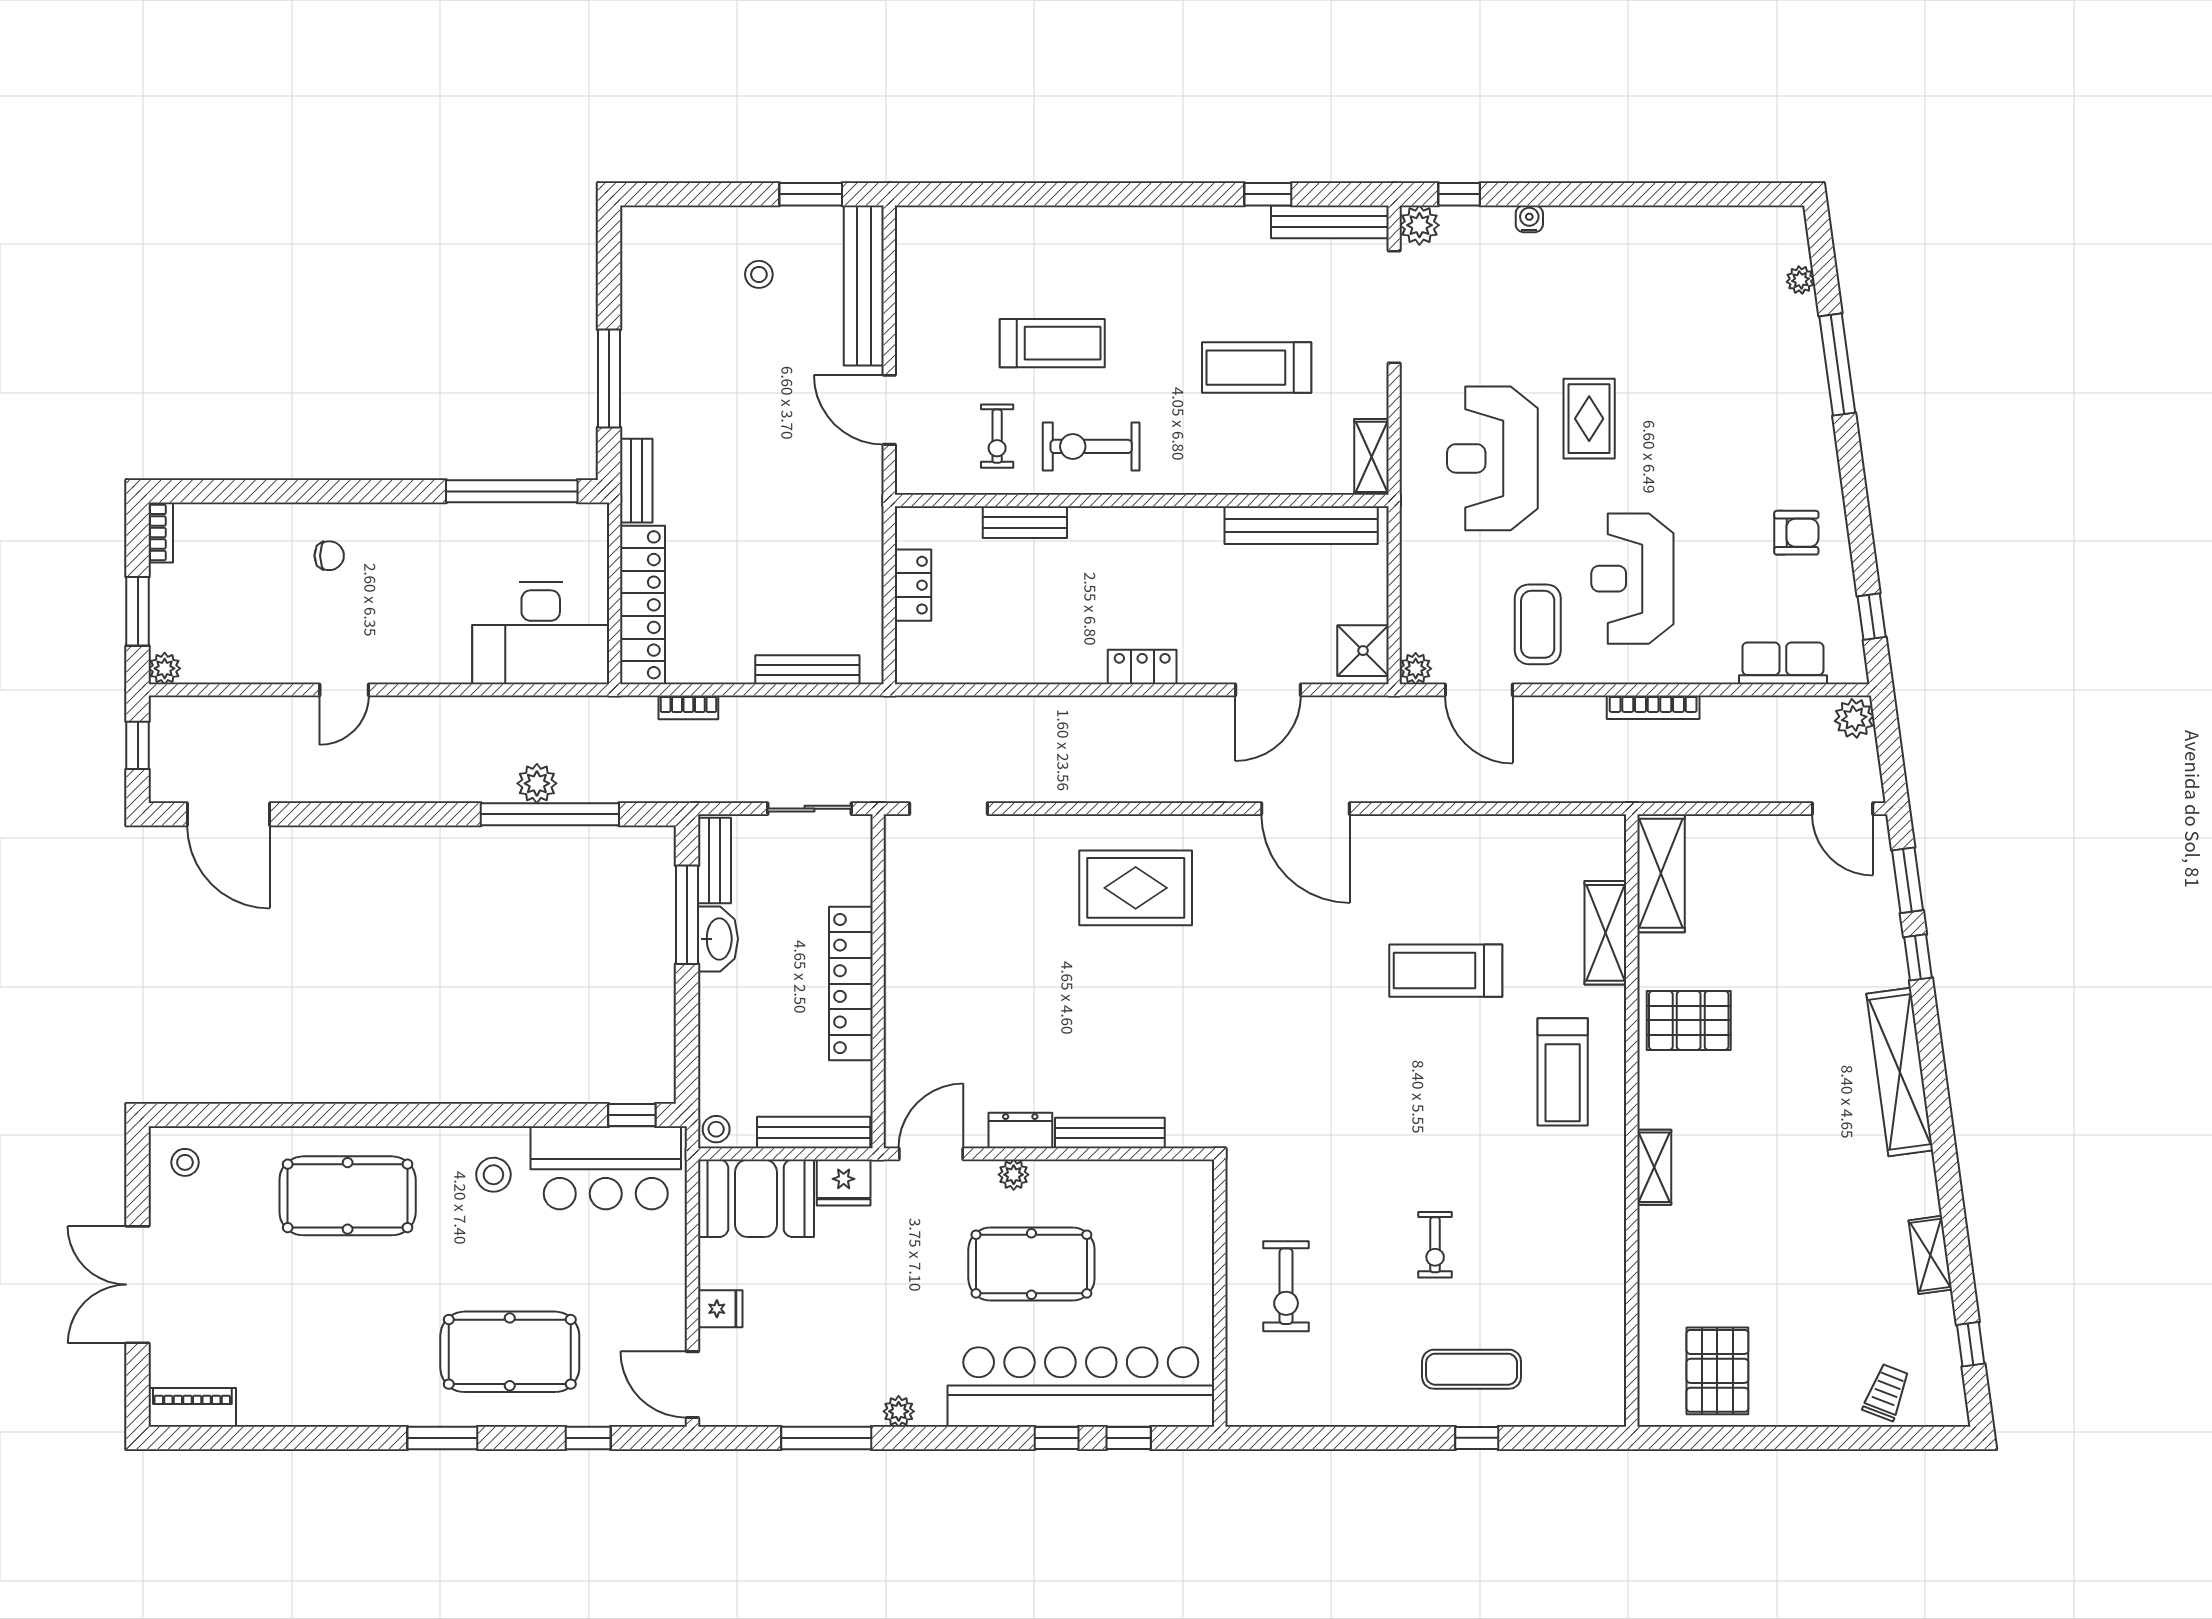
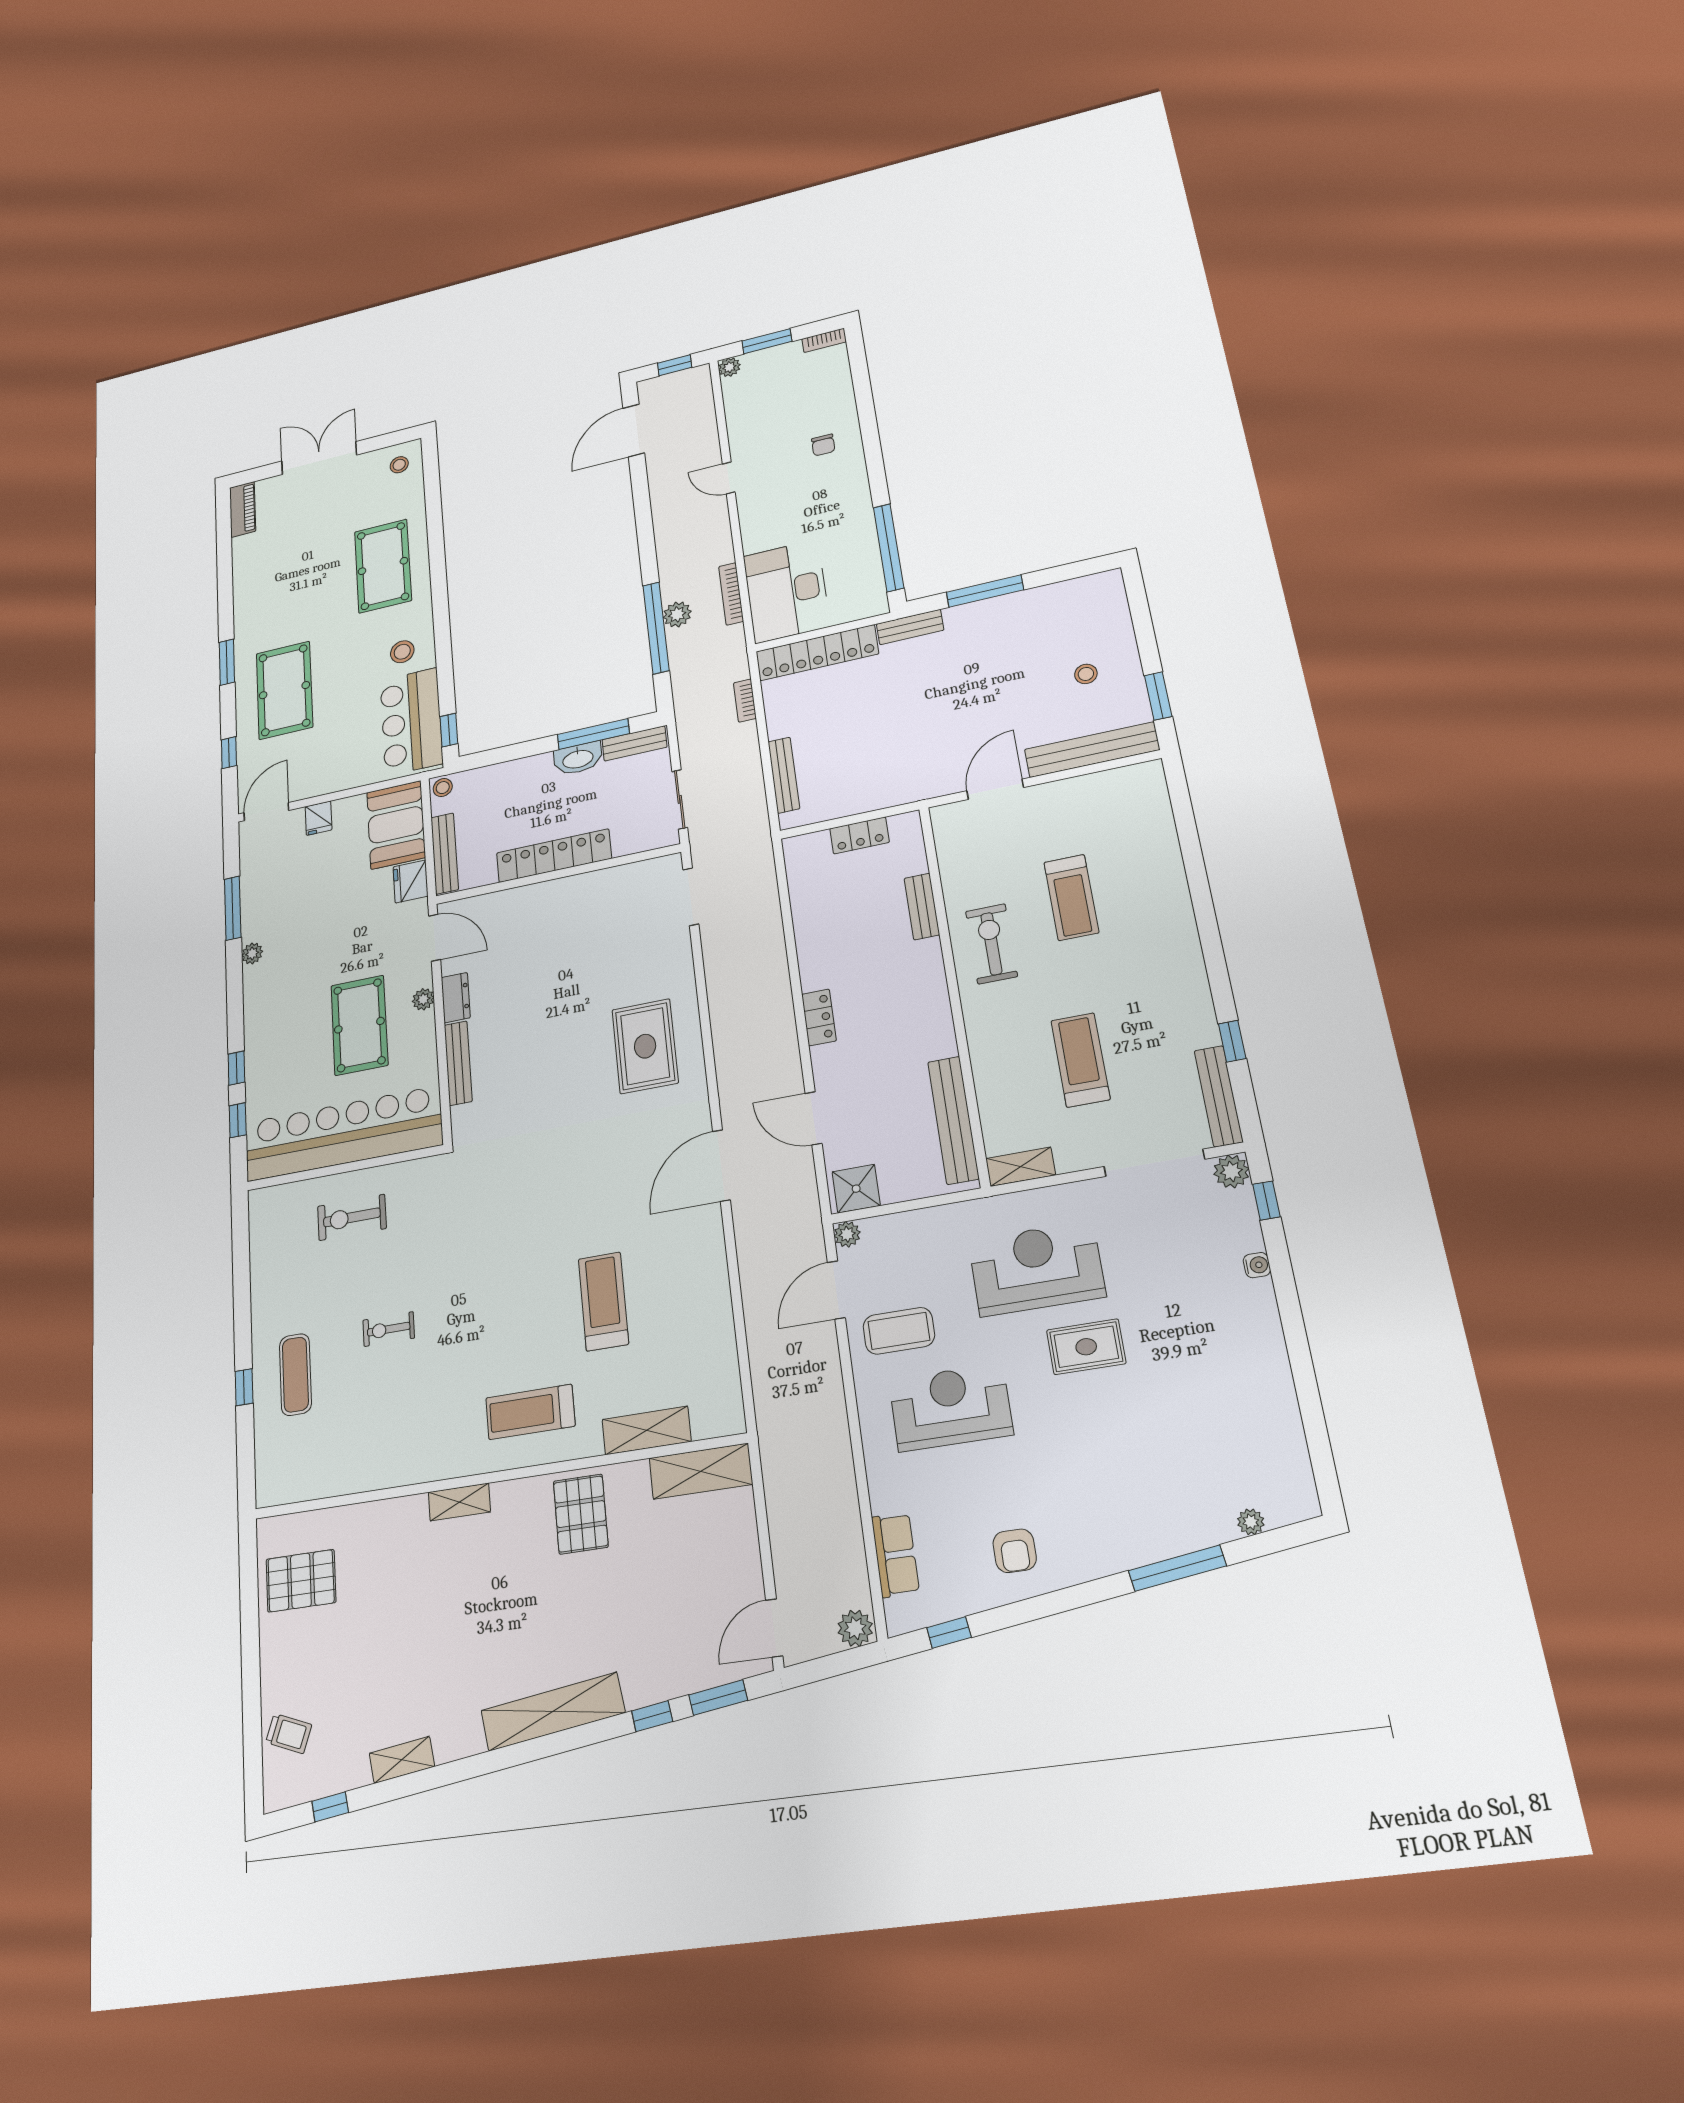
exercise bike: (997, 436) -> (988, 872), removed
bookcase: (1653, 707) -> (731, 594), moved
bar counter: (1081, 1387) -> (343, 1134), moved, turned -90

